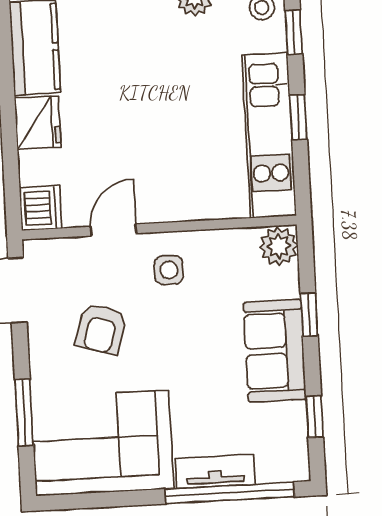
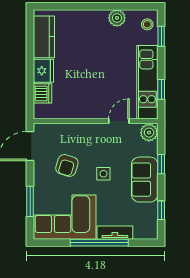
window: (298, 117) -> (161, 89), moved
dishwasher: (41, 208) -> (42, 93), moved
door: (113, 230) -> (119, 121), moved
side table: (169, 270) -> (103, 174), moved
window: (230, 493) -> (99, 243), moved

